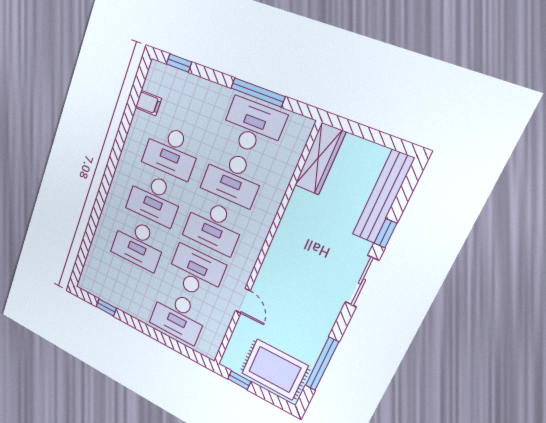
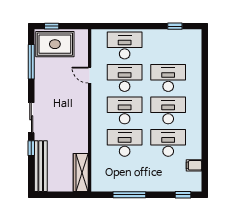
desk: (253, 127) -> (125, 175), removed
desk: (196, 272) -> (125, 78), turned 180
window: (239, 380) -> (52, 26), moved

